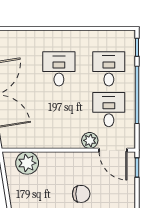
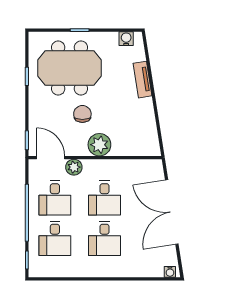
desk: (59, 110) -> (105, 198), added
plant: (27, 163) -> (99, 145), moved
chair: (81, 194) -> (82, 114), turned 90

